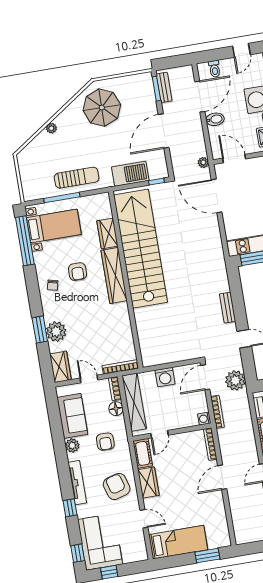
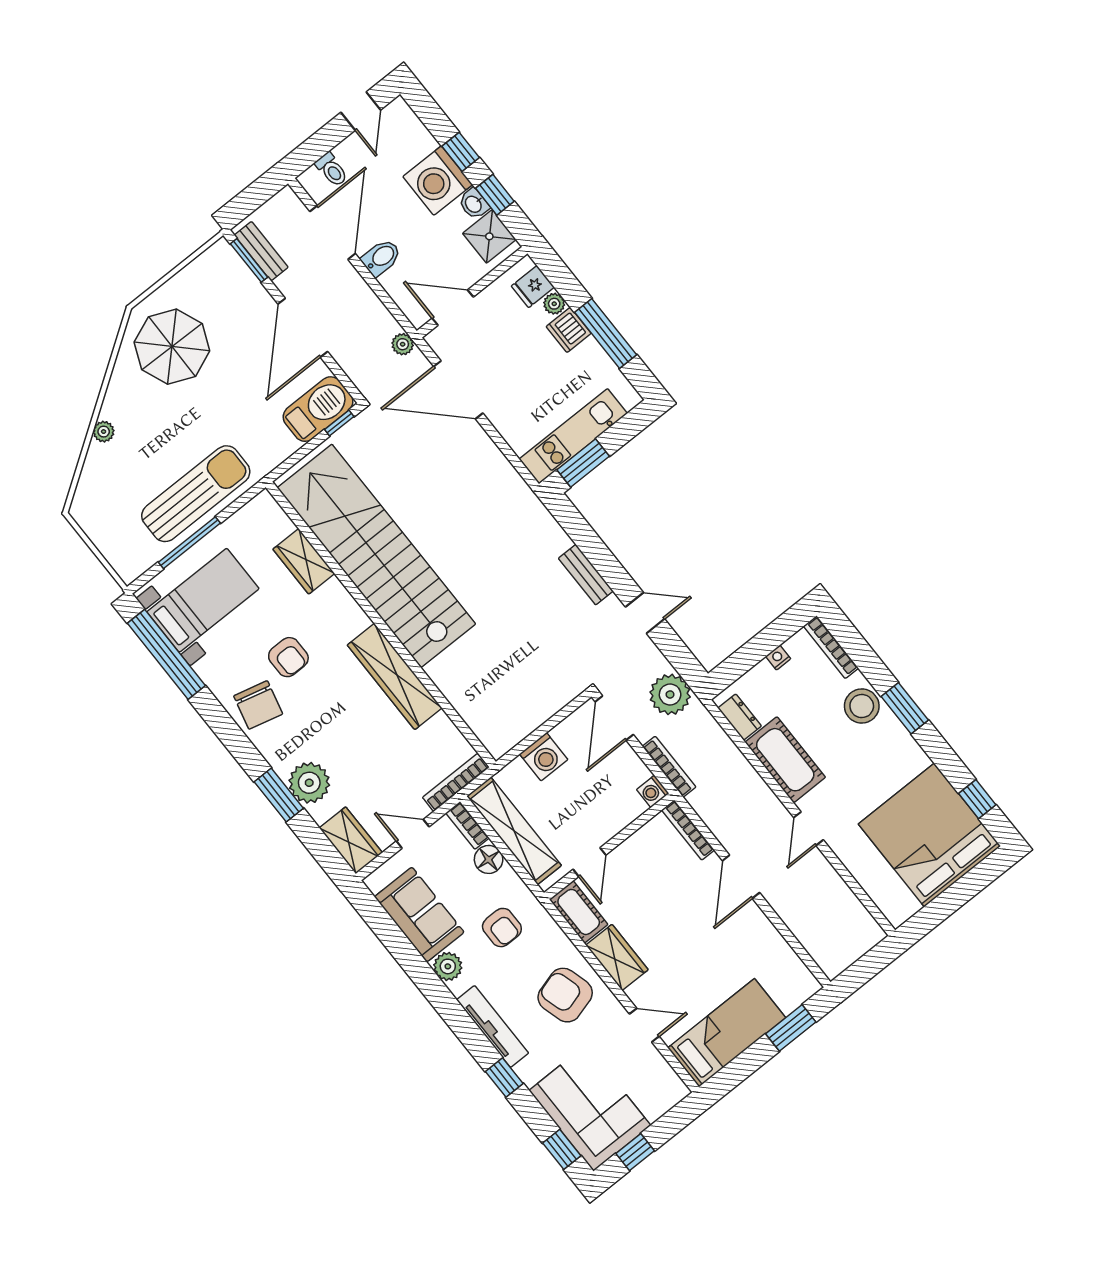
barbecue: (130, 174) -> (318, 409), moved
sun lounger: (77, 178) -> (196, 494), width x1.36, depth x1.34
wardrobe: (114, 276) -> (395, 677), moved
chair: (53, 285) -> (258, 705), width x1.87, depth x1.87

